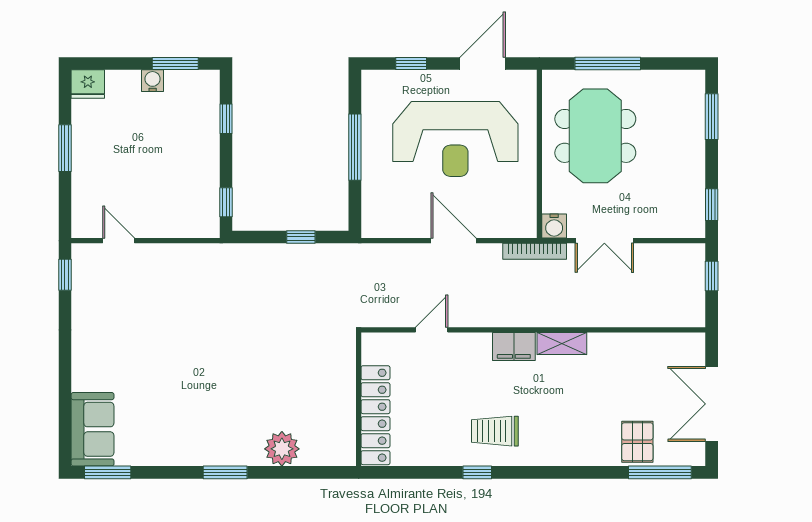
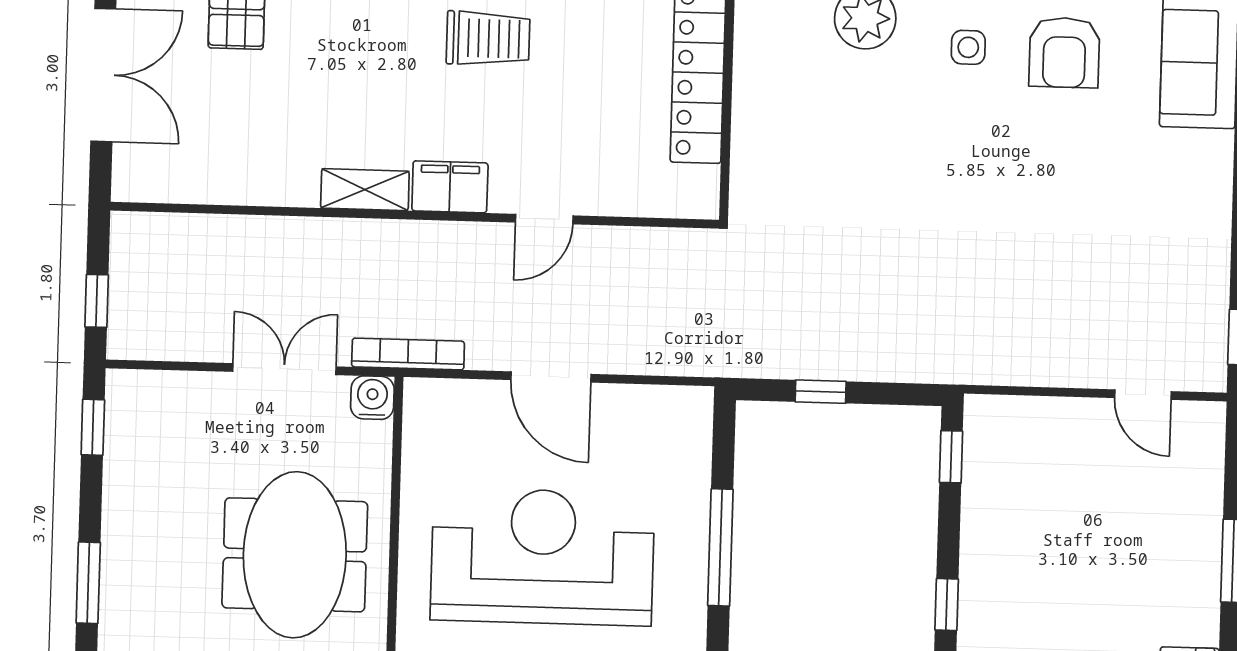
door: (432, 330) -> (544, 219), moved
armchair: (169, 433) -> (1064, 52), added
side table: (223, 434) -> (968, 47), added

